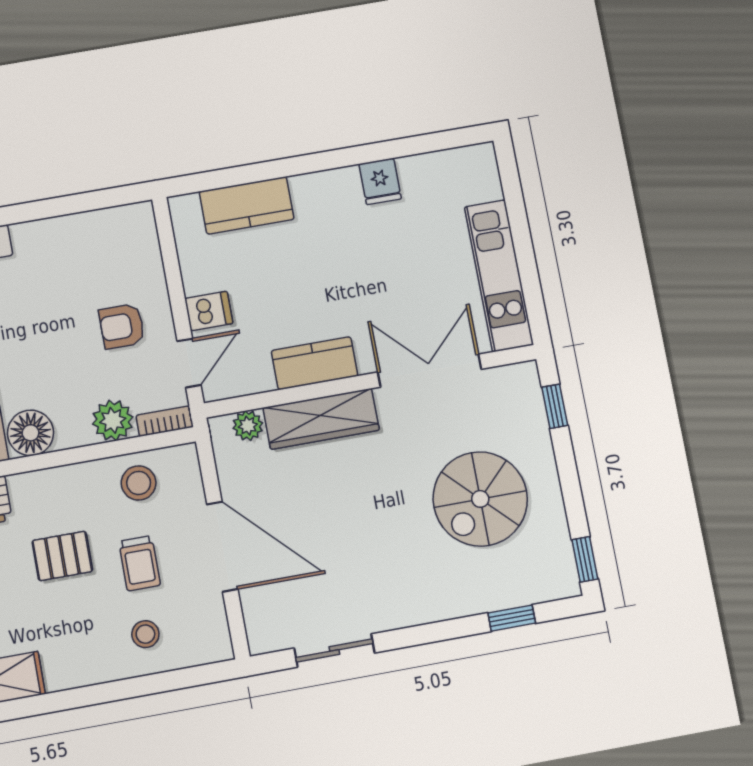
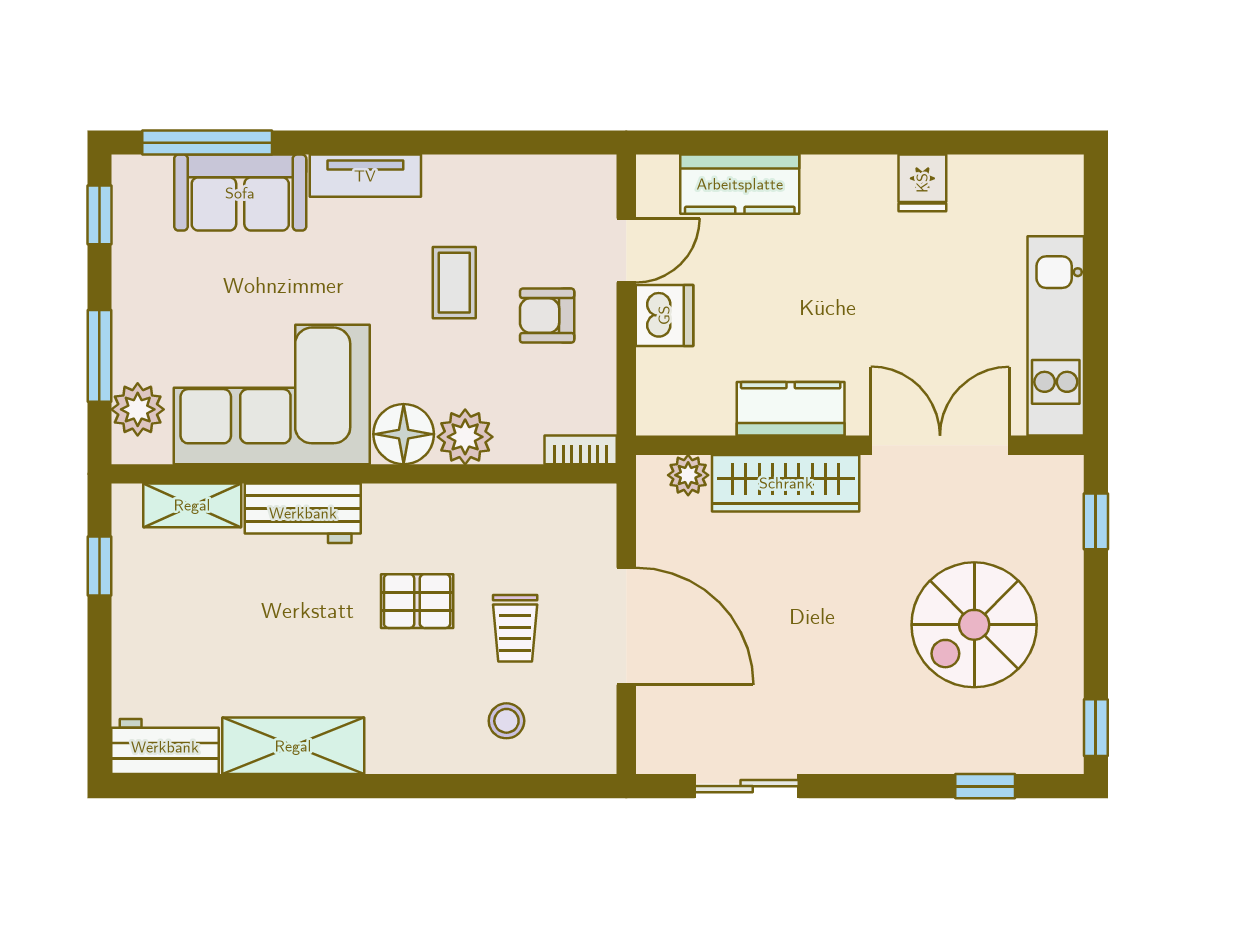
dishwasher: (209, 311) -> (664, 315), width x1.38
coffee table: (49, 314) -> (454, 283), added
door: (189, 363) -> (626, 250), moved
plant: (113, 420) -> (465, 437), moved
stool: (139, 483) -> (532, 524), removed

